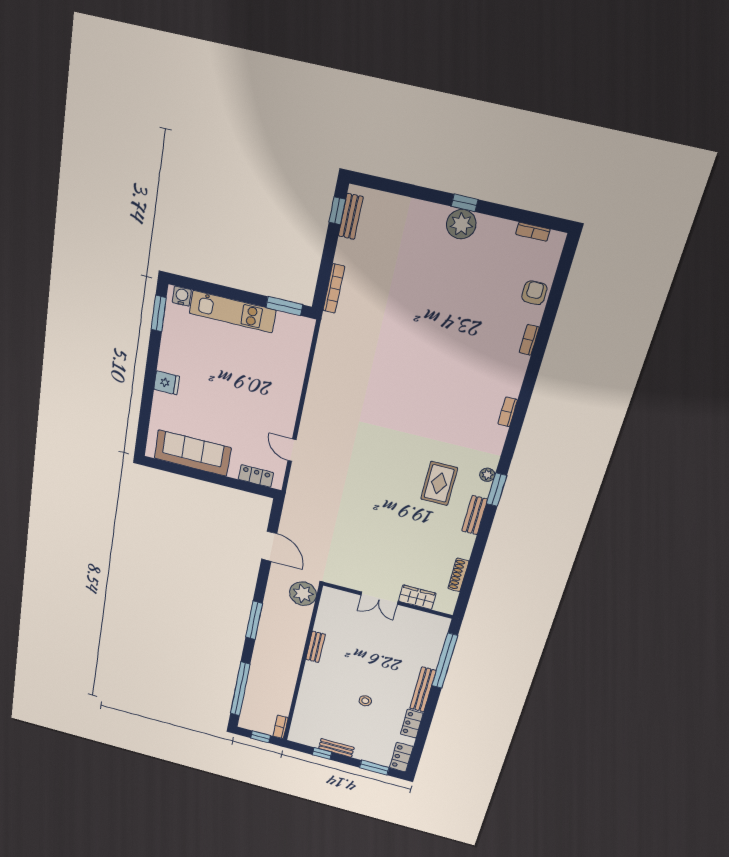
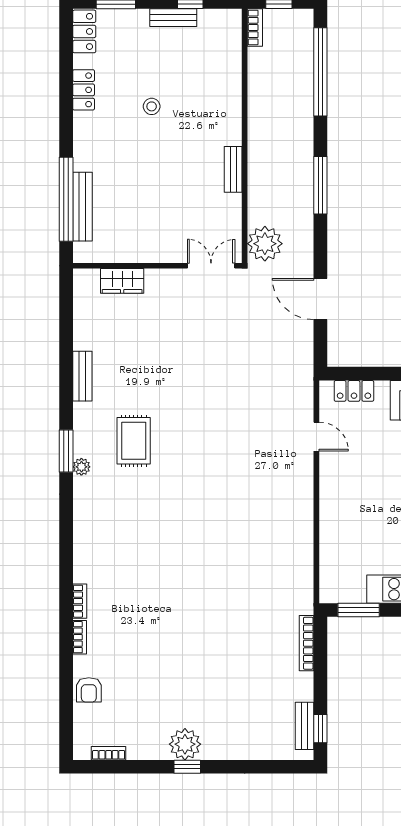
bookcase: (508, 412) -> (80, 601), moved
bench: (475, 515) -> (82, 376), moved
shoe rack: (458, 575) -> (81, 327), removed
double door: (379, 598) -> (211, 266), moved
bench: (423, 689) -> (82, 207), moved

